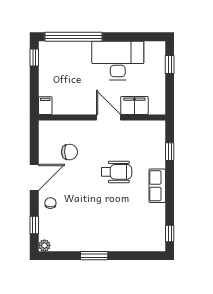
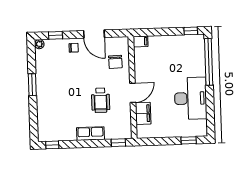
filing cabinet: (134, 105) -> (143, 113), moved
filing cabinet: (45, 106) -> (141, 41), moved
wall: (102, 117) -> (133, 87), moved
door: (109, 117) -> (133, 93), moved

